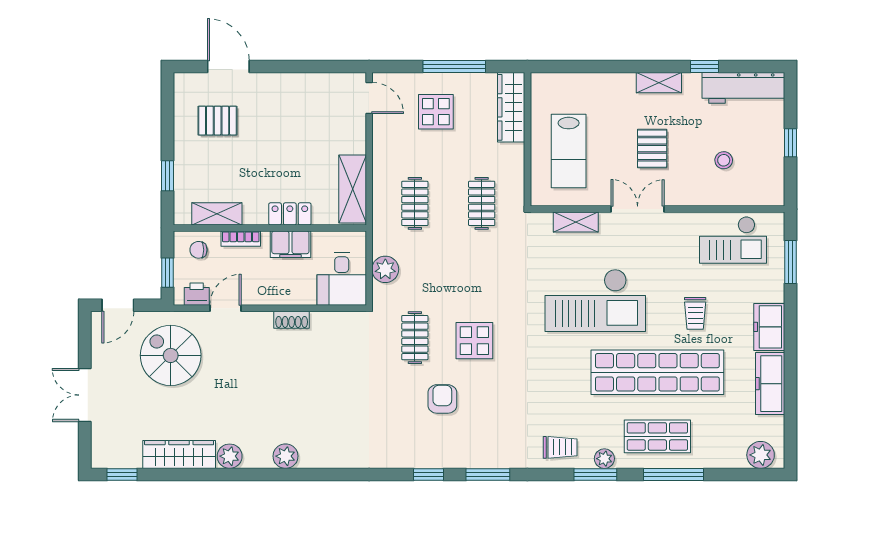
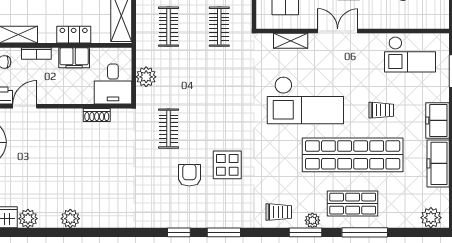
trolley: (695, 313) -> (381, 110), turned -90
shoe rack: (292, 320) -> (97, 115), moved
display table: (474, 341) -> (227, 165), moved

